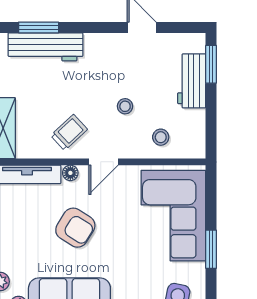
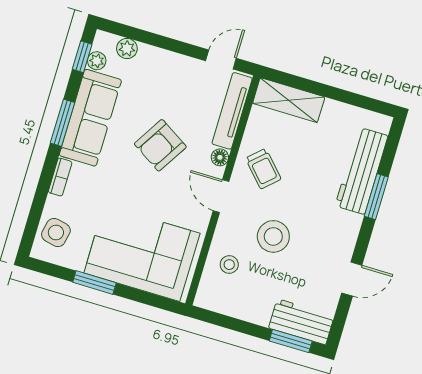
window: (39, 27) -> (376, 197), moved
workbench: (192, 81) -> (301, 322), moved
stool: (125, 106) -> (273, 236), width x1.89, depth x1.89

